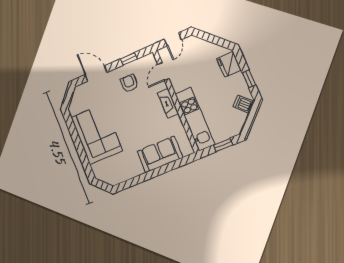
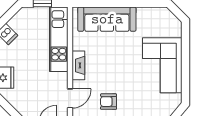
armchair: (129, 83) -> (109, 102), turned 90
sofa: (160, 154) -> (107, 19), width x1.36

